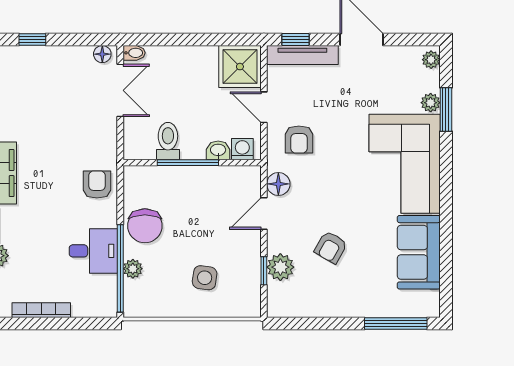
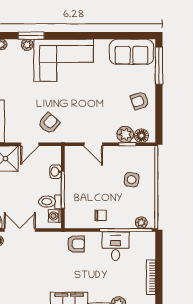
armchair: (299, 139) -> (49, 123), turned -50
washing machine: (242, 149) -> (55, 216), moved
floor lamp: (278, 184) -> (141, 136), moved
armchair: (97, 185) -> (76, 244), turned 180
chair: (145, 226) -> (101, 215), width x0.54, depth x0.54
armchair: (331, 247) -> (140, 101), moved, turned 132
sofa: (419, 252) -> (131, 52), moved
plant: (133, 269) -> (141, 223), moved

